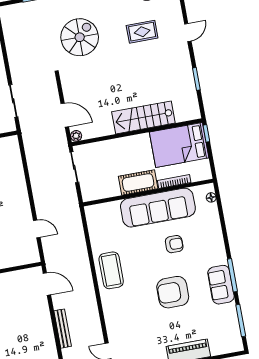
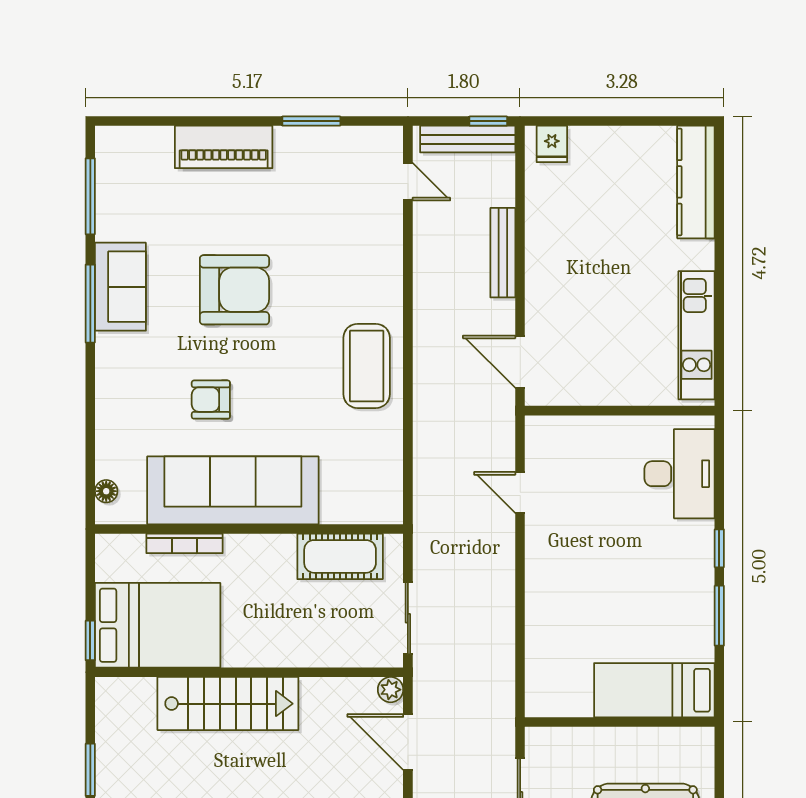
cot: (138, 182) -> (340, 556), moved

